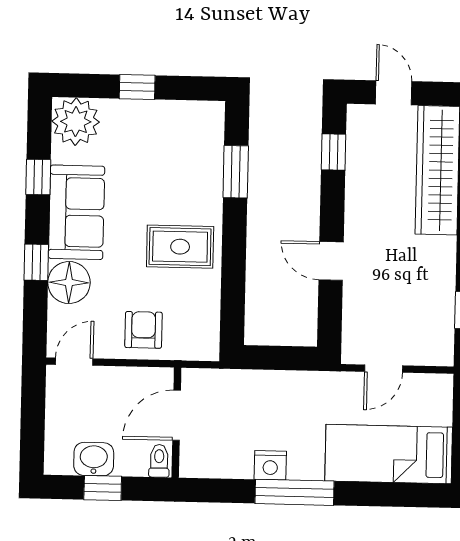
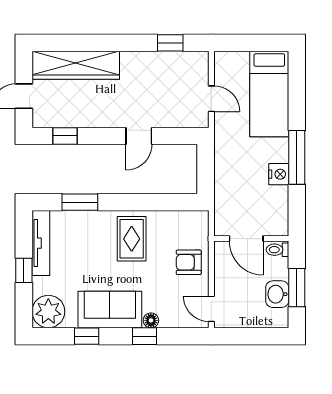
tv unit: (177, 113) -> (41, 243), added
floor lamp: (69, 283) -> (151, 320), width x0.53, depth x0.53
window: (103, 488) -> (297, 288), width x1.50

